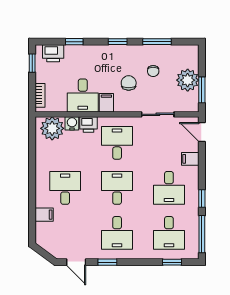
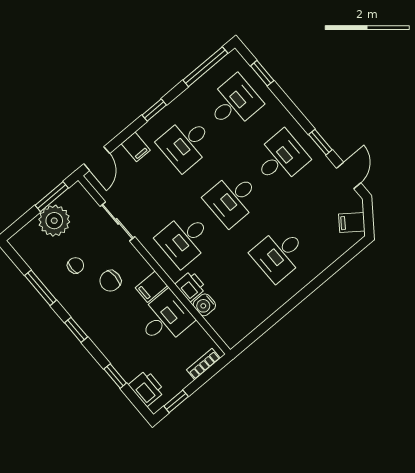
plant: (52, 128) -> (228, 321), removed
desk: (169, 188) -> (186, 143), turned 180
window: (202, 199) -> (154, 110), moved
filing cabinet: (44, 215) -> (352, 223), moved, turned -53

